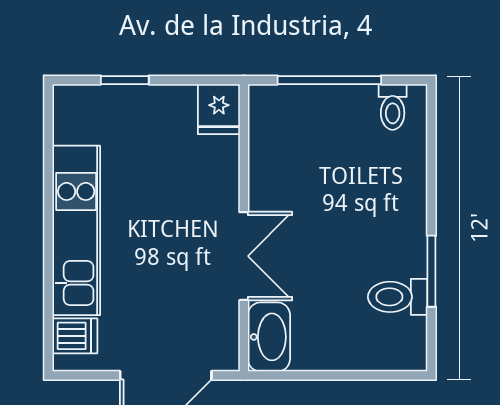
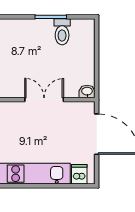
washbasin: (269, 337) -> (87, 91), width x0.52, depth x0.69

